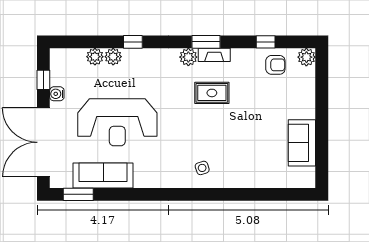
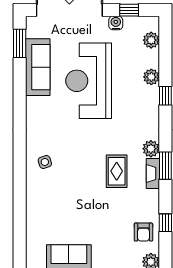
plant: (95, 57) -> (151, 40), moved

